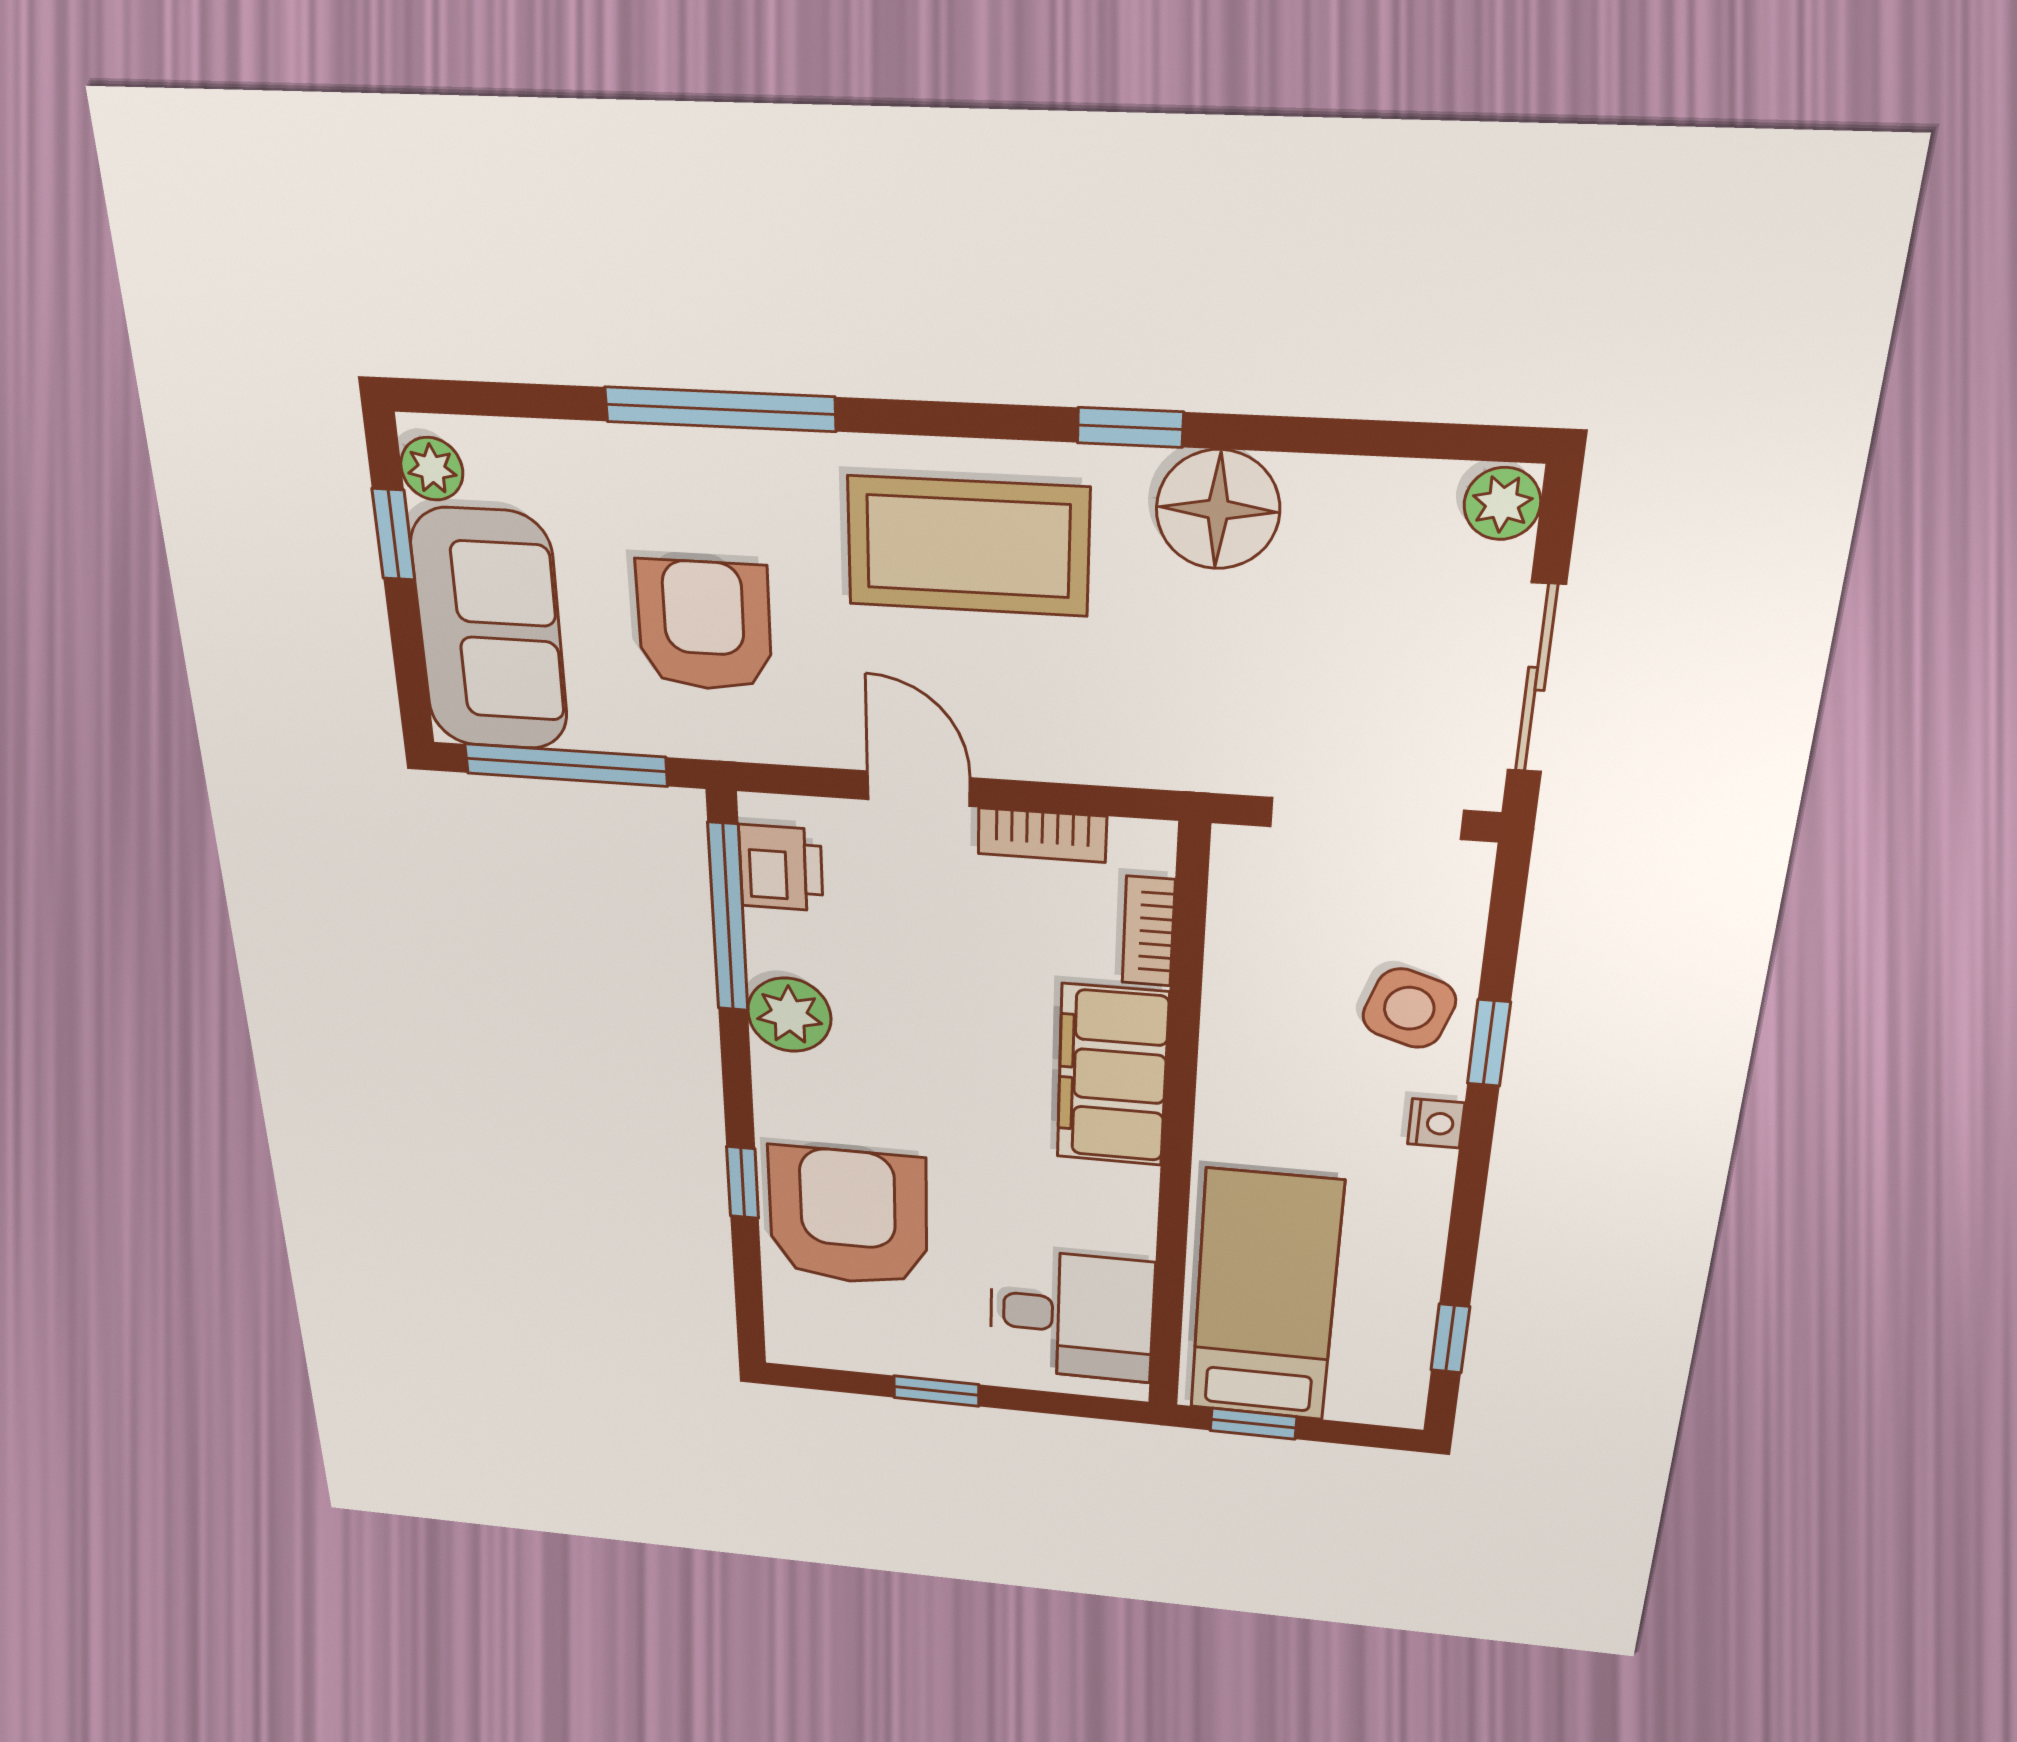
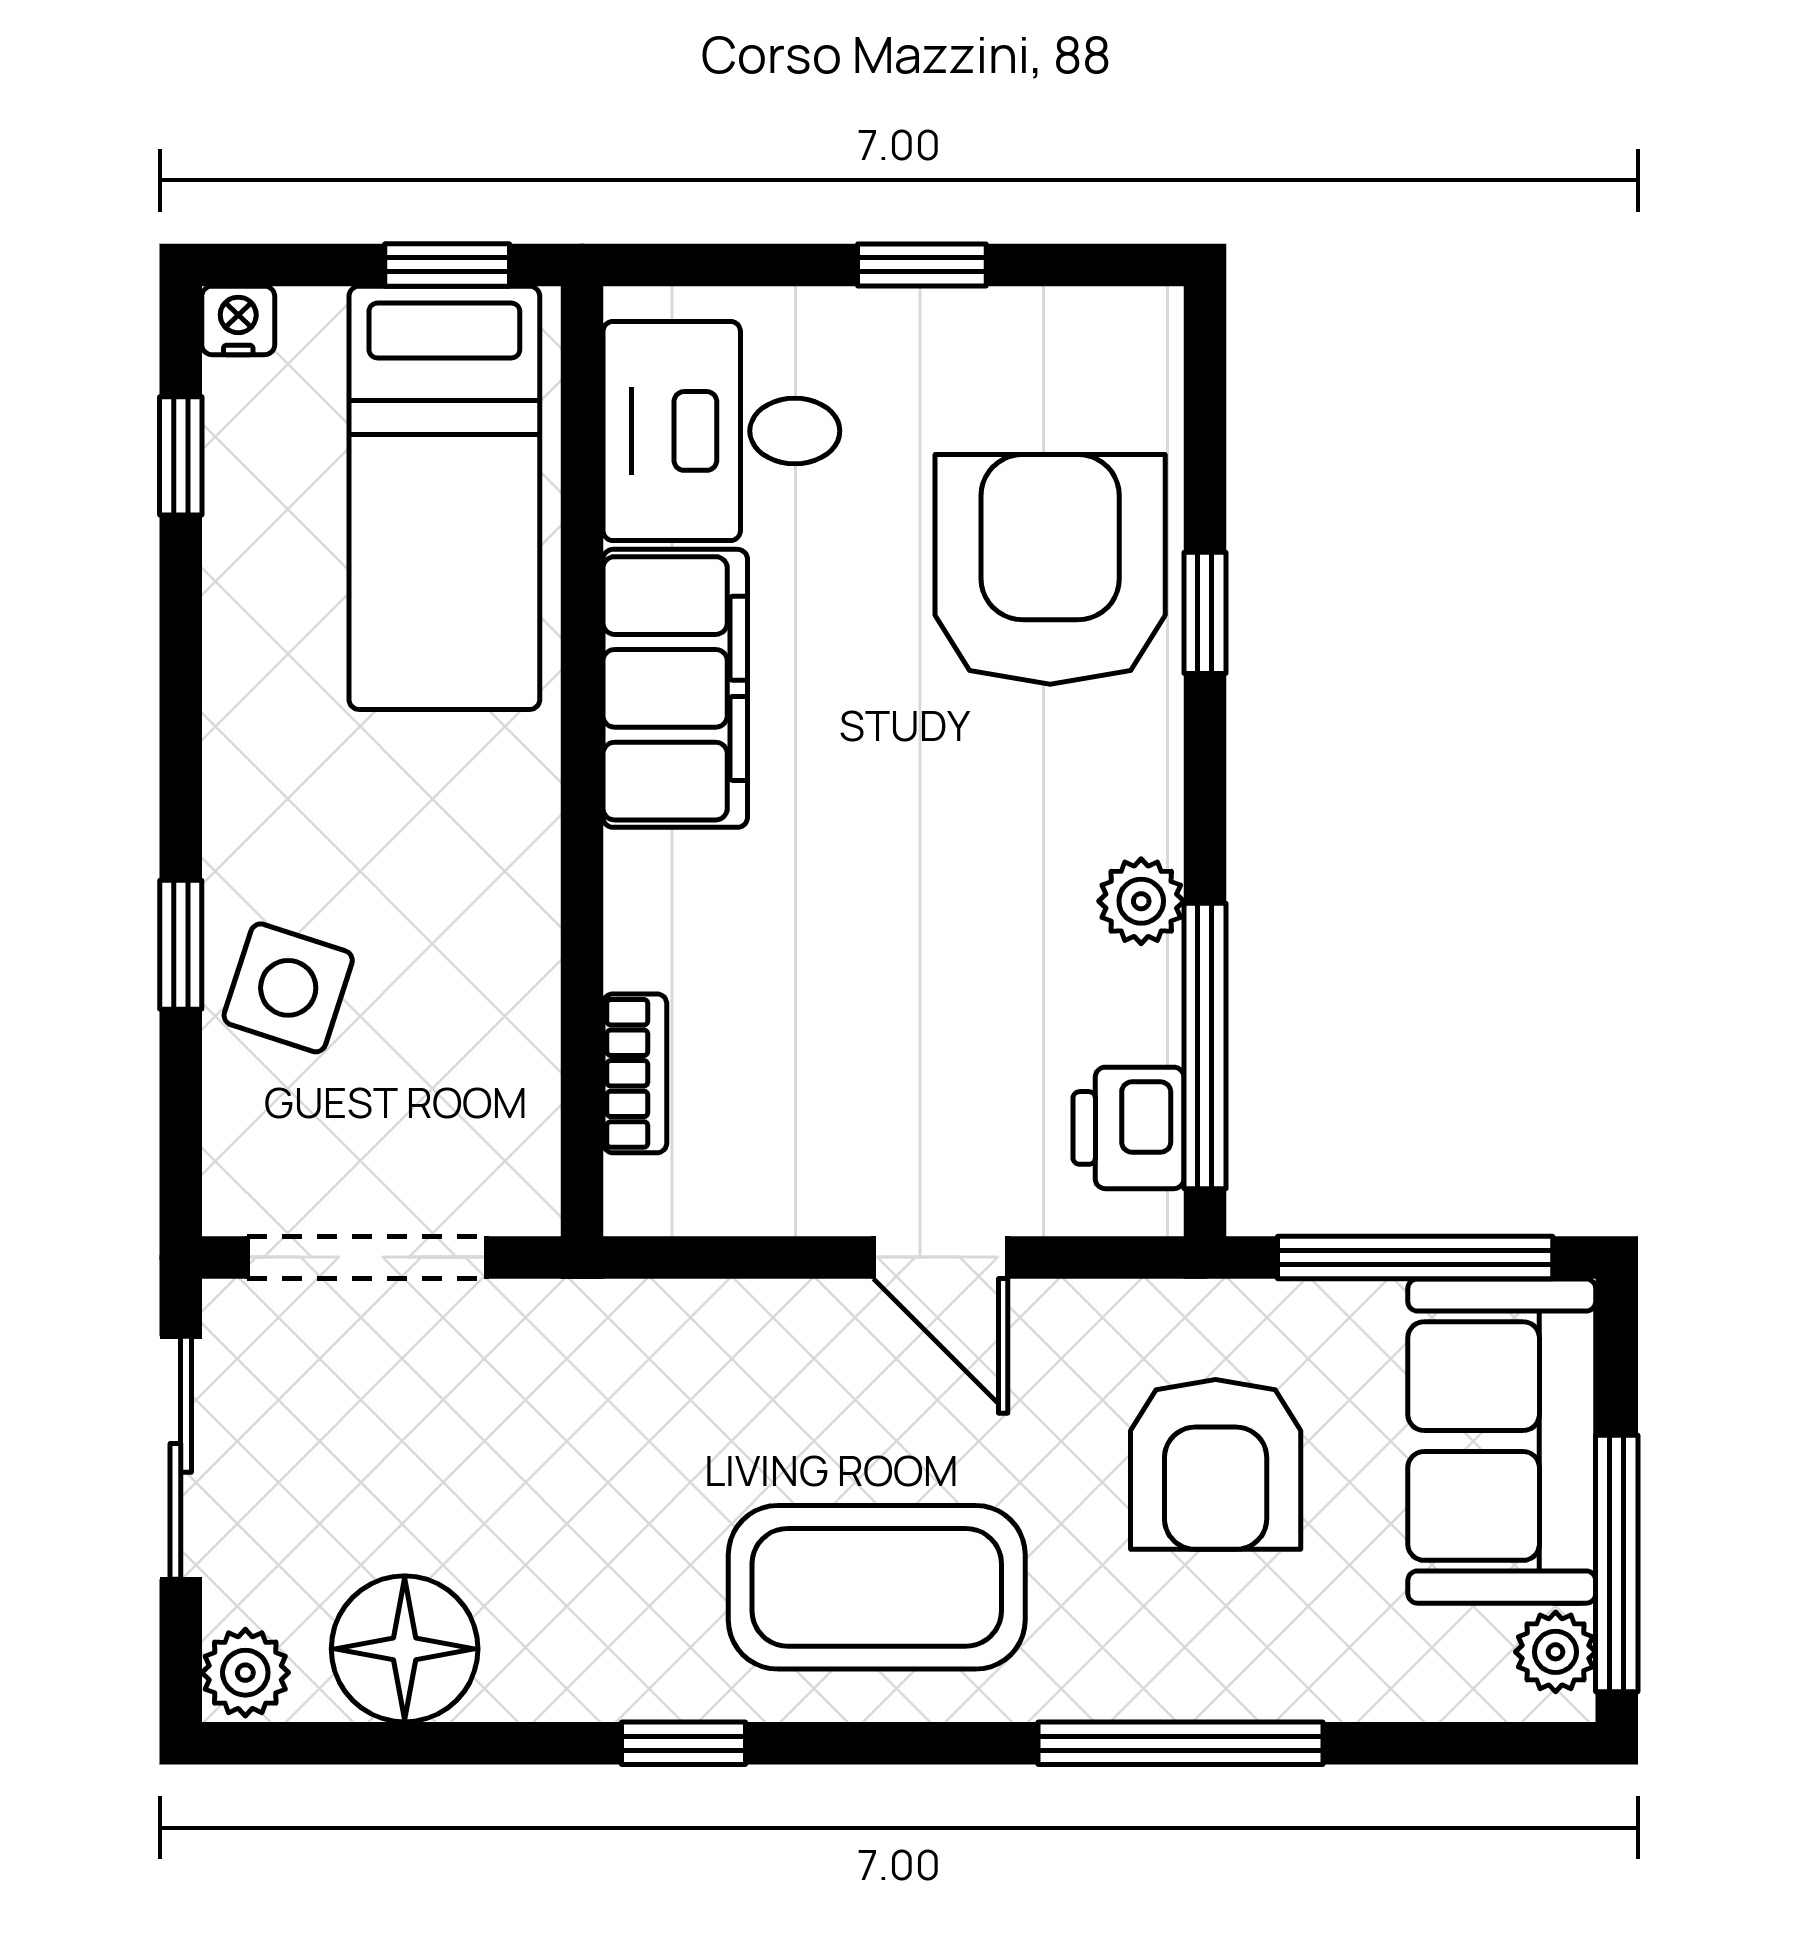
floor lamp: (1218, 510) -> (405, 1649), moved
window: (393, 534) -> (1617, 1564), width x2.17
bookcase: (1042, 835) -> (778, 1203), removed
plant: (789, 1015) -> (1141, 901), width x0.73, depth x0.73
filing cabinet: (1112, 1076) -> (675, 688), moved
nightstand: (1436, 1123) -> (238, 320), moved, turned 90
armchair: (848, 1217) -> (1050, 569), turned 180

